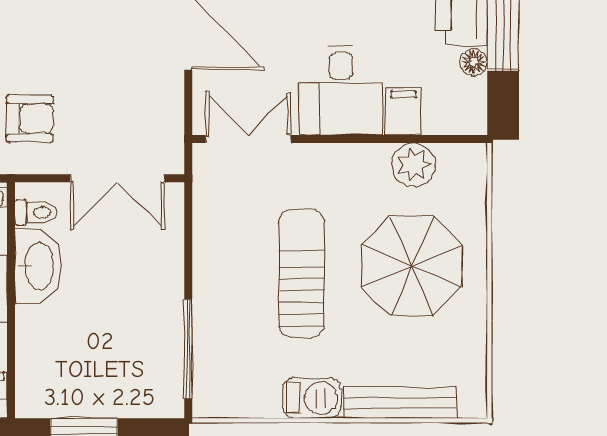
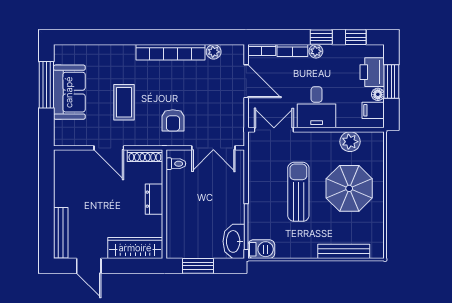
filing cabinet: (403, 111) -> (373, 110), moved, turned -90
armchair: (30, 119) -> (173, 120), turned 90
washbasin: (38, 266) -> (234, 241), moved, turned 180
barbecue: (312, 398) -> (261, 249), moved

